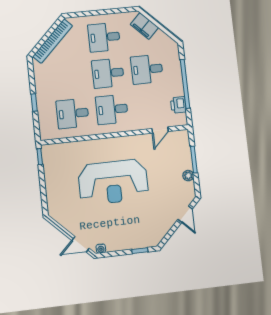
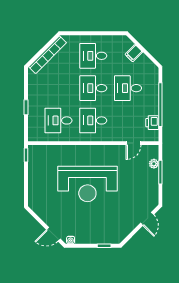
filing cabinet: (144, 26) -> (134, 53), width x0.50
plant: (188, 176) -> (154, 164), moved

